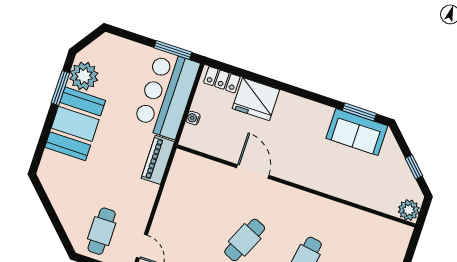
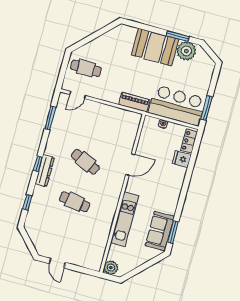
fridge: (256, 99) -> (182, 159), width x0.53, depth x0.75
window: (414, 167) -> (139, 269), removed
kitchen unit: (336, 185) -> (125, 219), added

